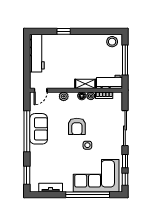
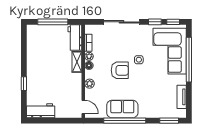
stool: (112, 42) -> (34, 35), removed
workbench: (37, 53) -> (41, 111), width x0.73

